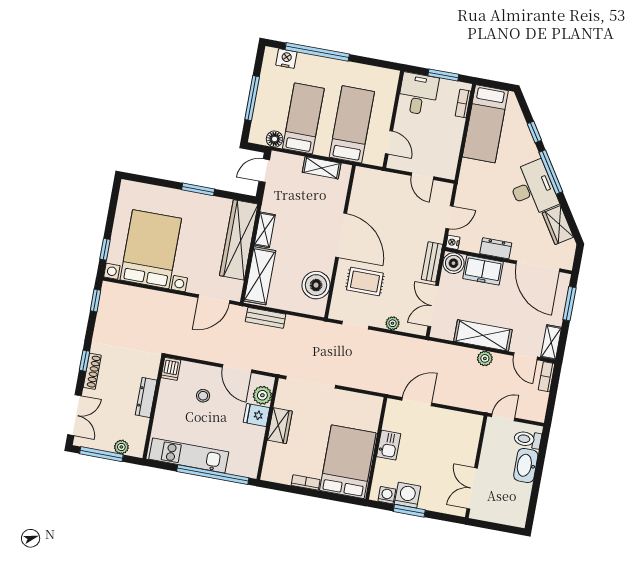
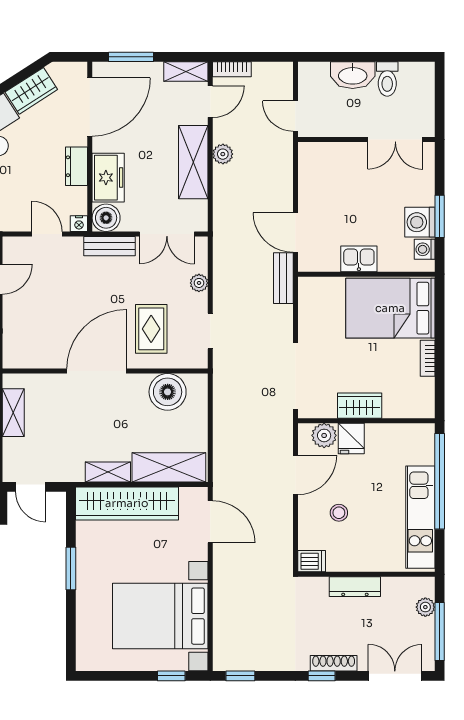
bench: (266, 318) -> (283, 278), moved
toilet: (528, 439) -> (387, 79), moved

